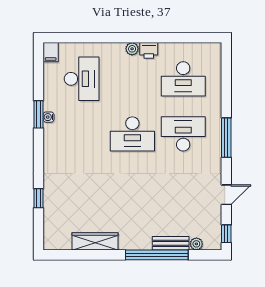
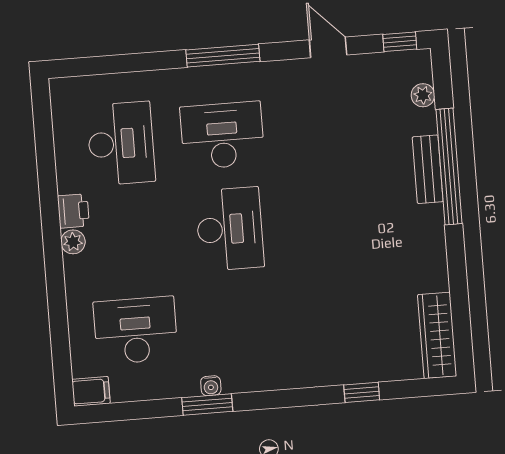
desk: (183, 134) -> (222, 135), turned 90
wardrobe: (95, 241) -> (437, 335), moved
bench: (171, 243) -> (428, 169), moved

